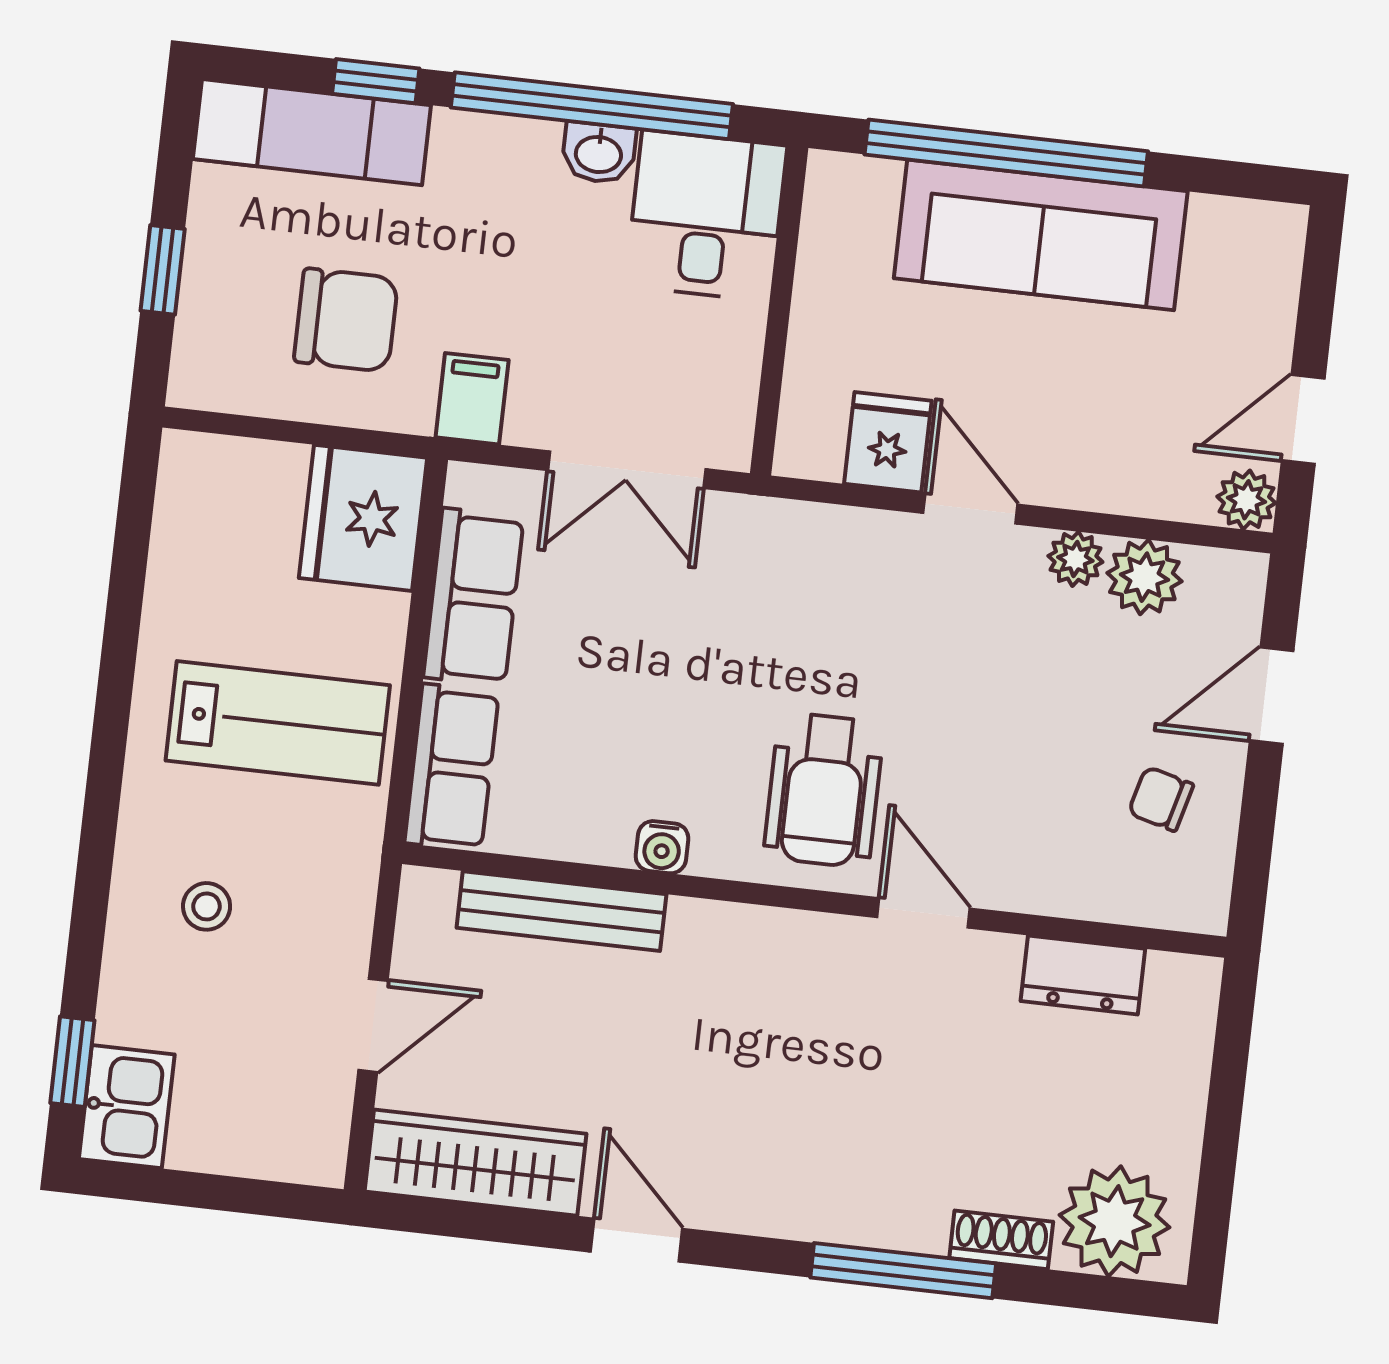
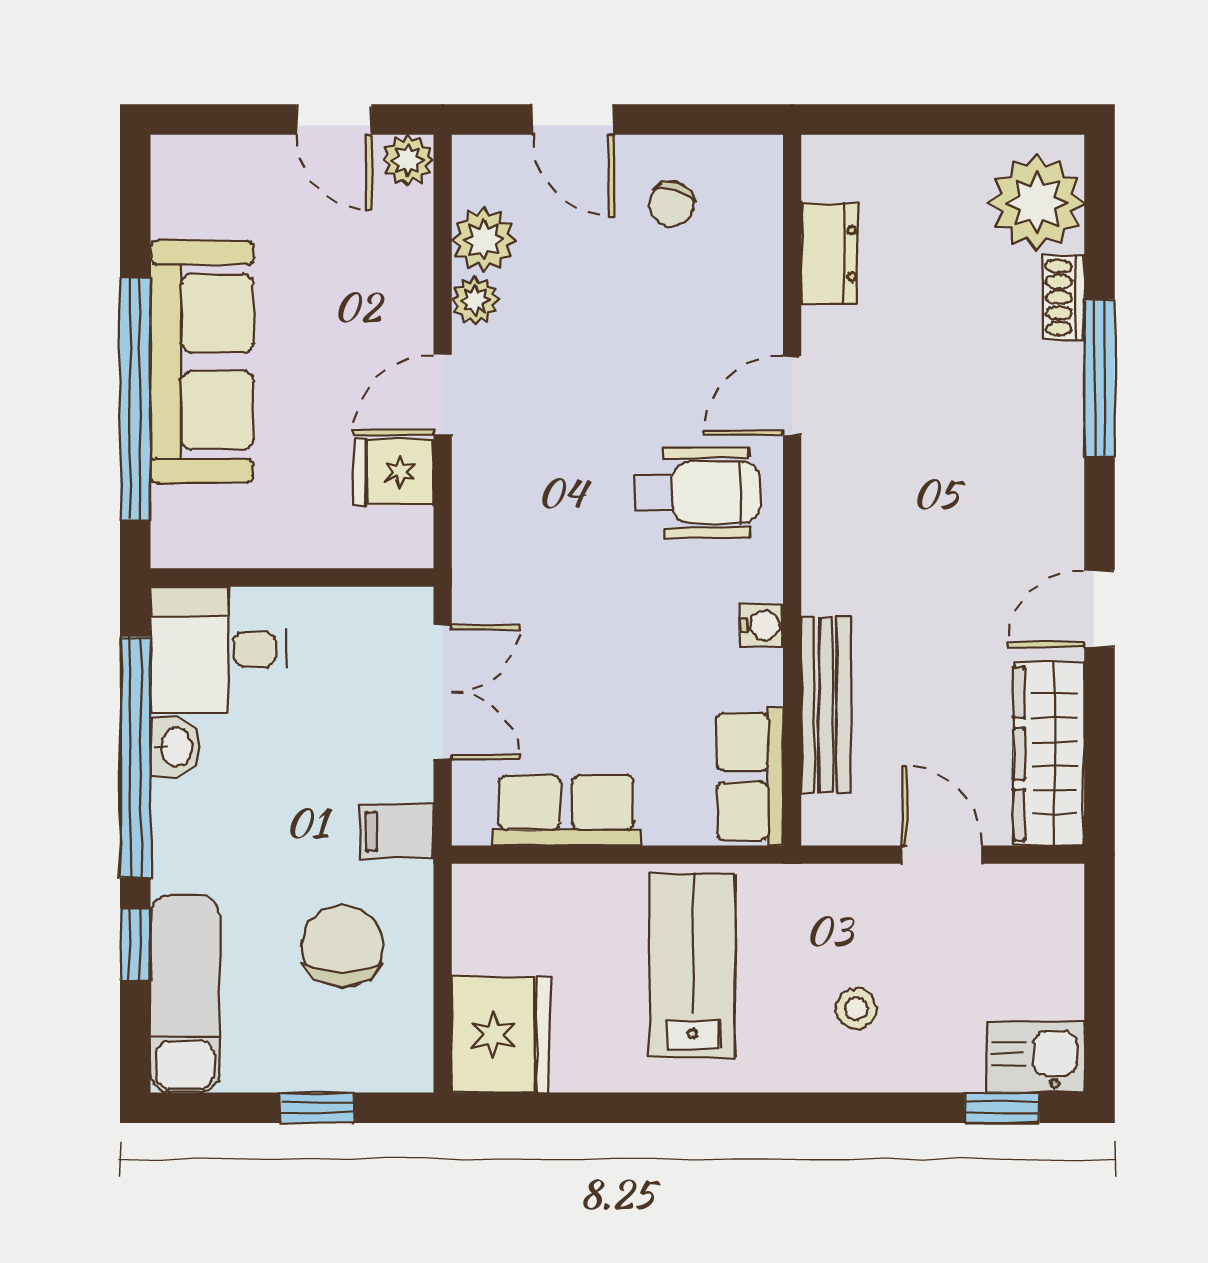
fridge: (363, 518) -> (501, 1035), moved, turned -90
row of seats: (452, 767) -> (750, 776), moved, turned -90

